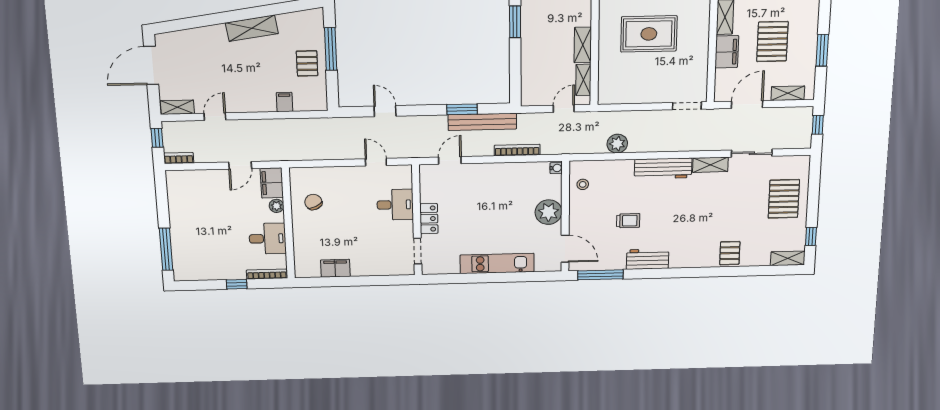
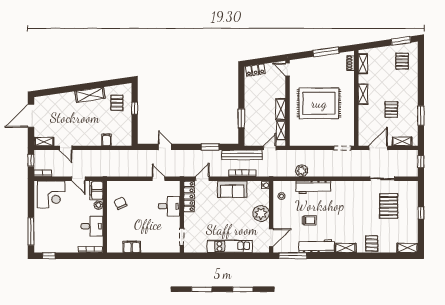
window: (515, 22) -> (241, 118), moved
rug: (649, 34) -> (319, 103), width x1.37, depth x1.44
pallet: (772, 42) -> (391, 110), width x0.67, depth x0.71
window: (331, 49) -> (135, 108), width x0.46
filing cabinet: (727, 52) -> (365, 115), removed
pallet: (307, 63) -> (117, 103), moved
door: (215, 117) -> (66, 148), swing flipped
bench: (482, 122) -> (242, 155), moved
door: (240, 165) -> (78, 179), hinge flipped
shelving: (710, 165) -> (346, 248), moved
workbench: (663, 169) -> (313, 187), moved
sofa: (500, 175) -> (232, 189), added
corner desk: (196, 191) -> (51, 194), added
pallet: (784, 199) -> (389, 206), moved
locker: (429, 219) -> (189, 197), moved, width x1.53
window: (811, 237) -> (421, 213), moved
door: (565, 249) -> (271, 238), hinge flipped
workbench: (648, 259) -> (317, 246), width x1.38
window: (237, 284) -> (49, 256), moved

